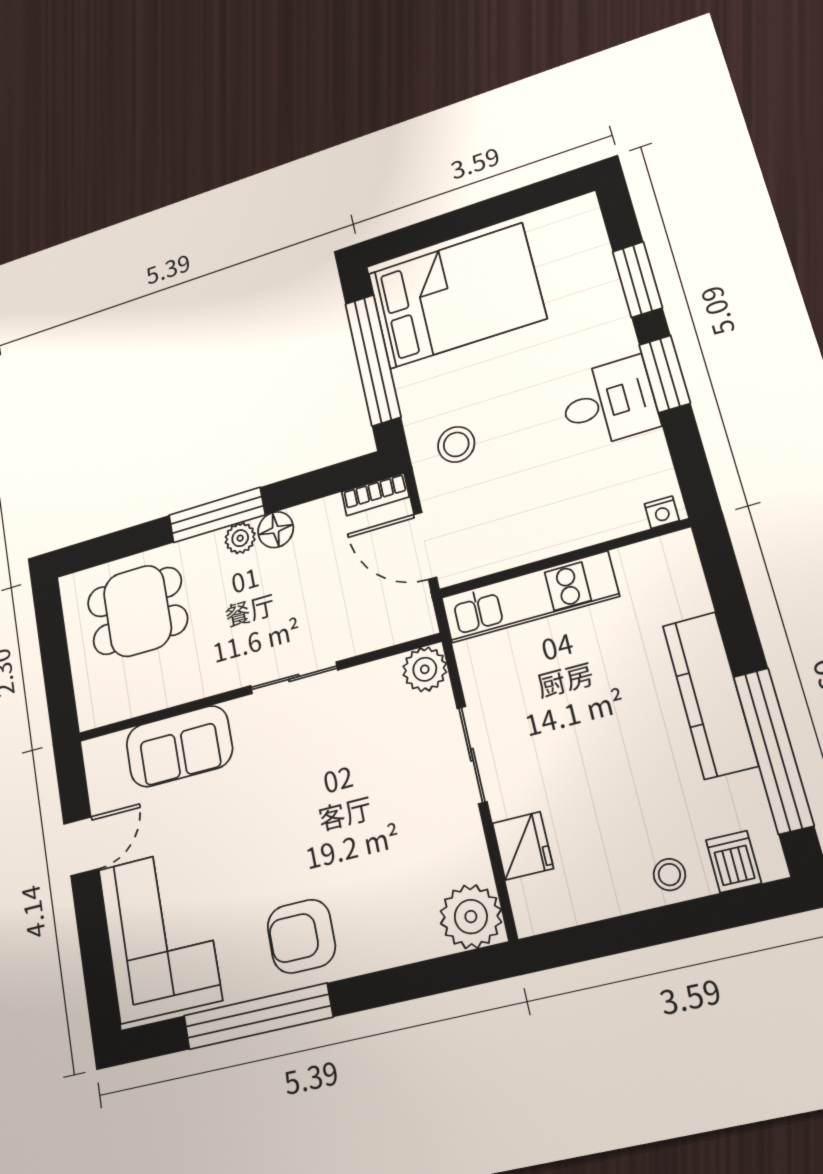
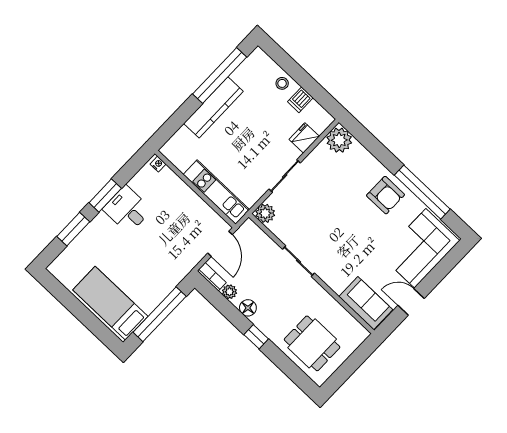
bed: (456, 296) -> (110, 303), width x0.67
stool: (456, 444) -> (175, 258), removed
window: (217, 515) -> (256, 337), width x0.46
plant: (240, 538) -> (230, 292), moved
sofa: (179, 746) -> (366, 303), moved
dishwasher: (733, 862) -> (300, 100), moved

